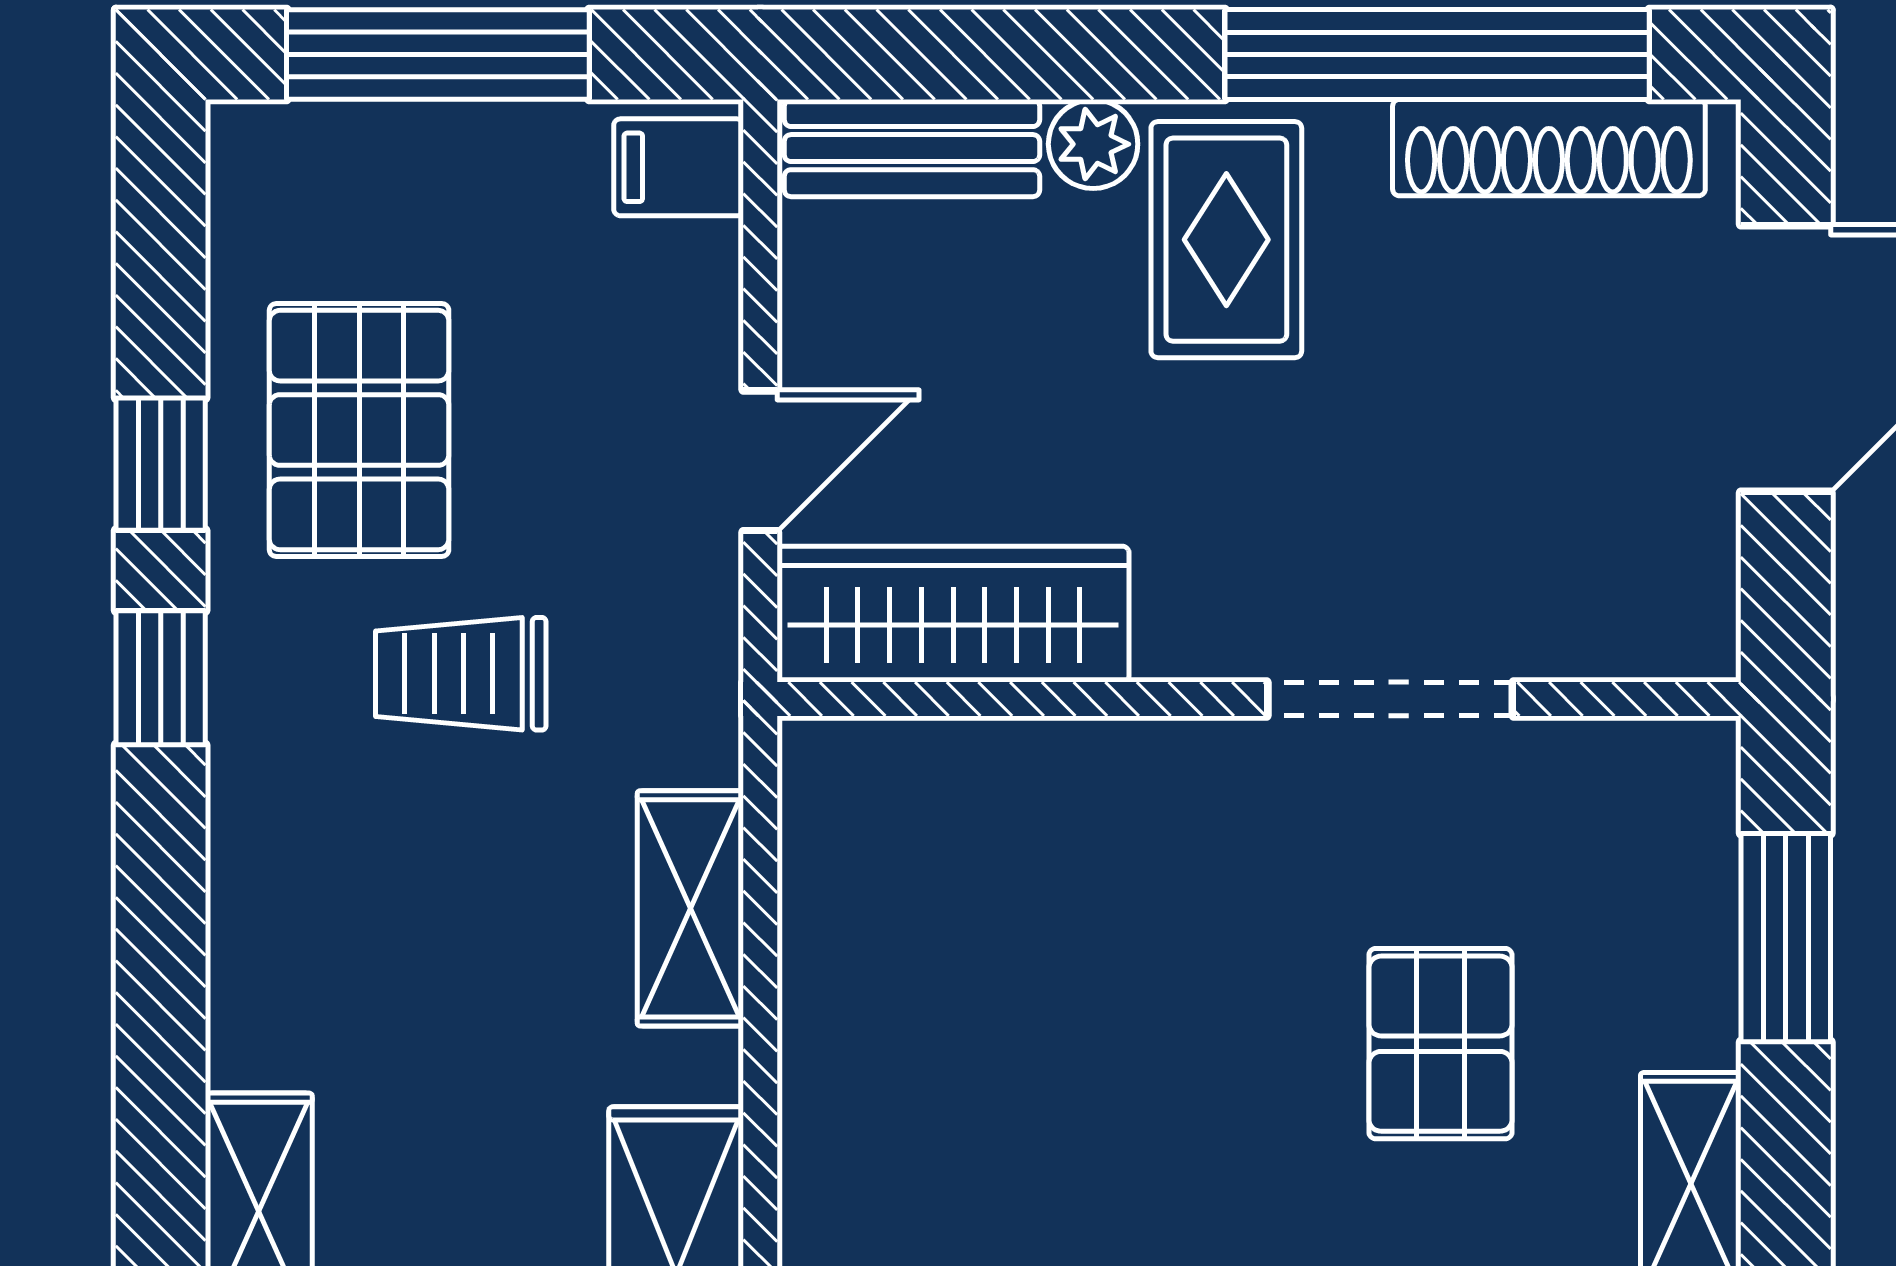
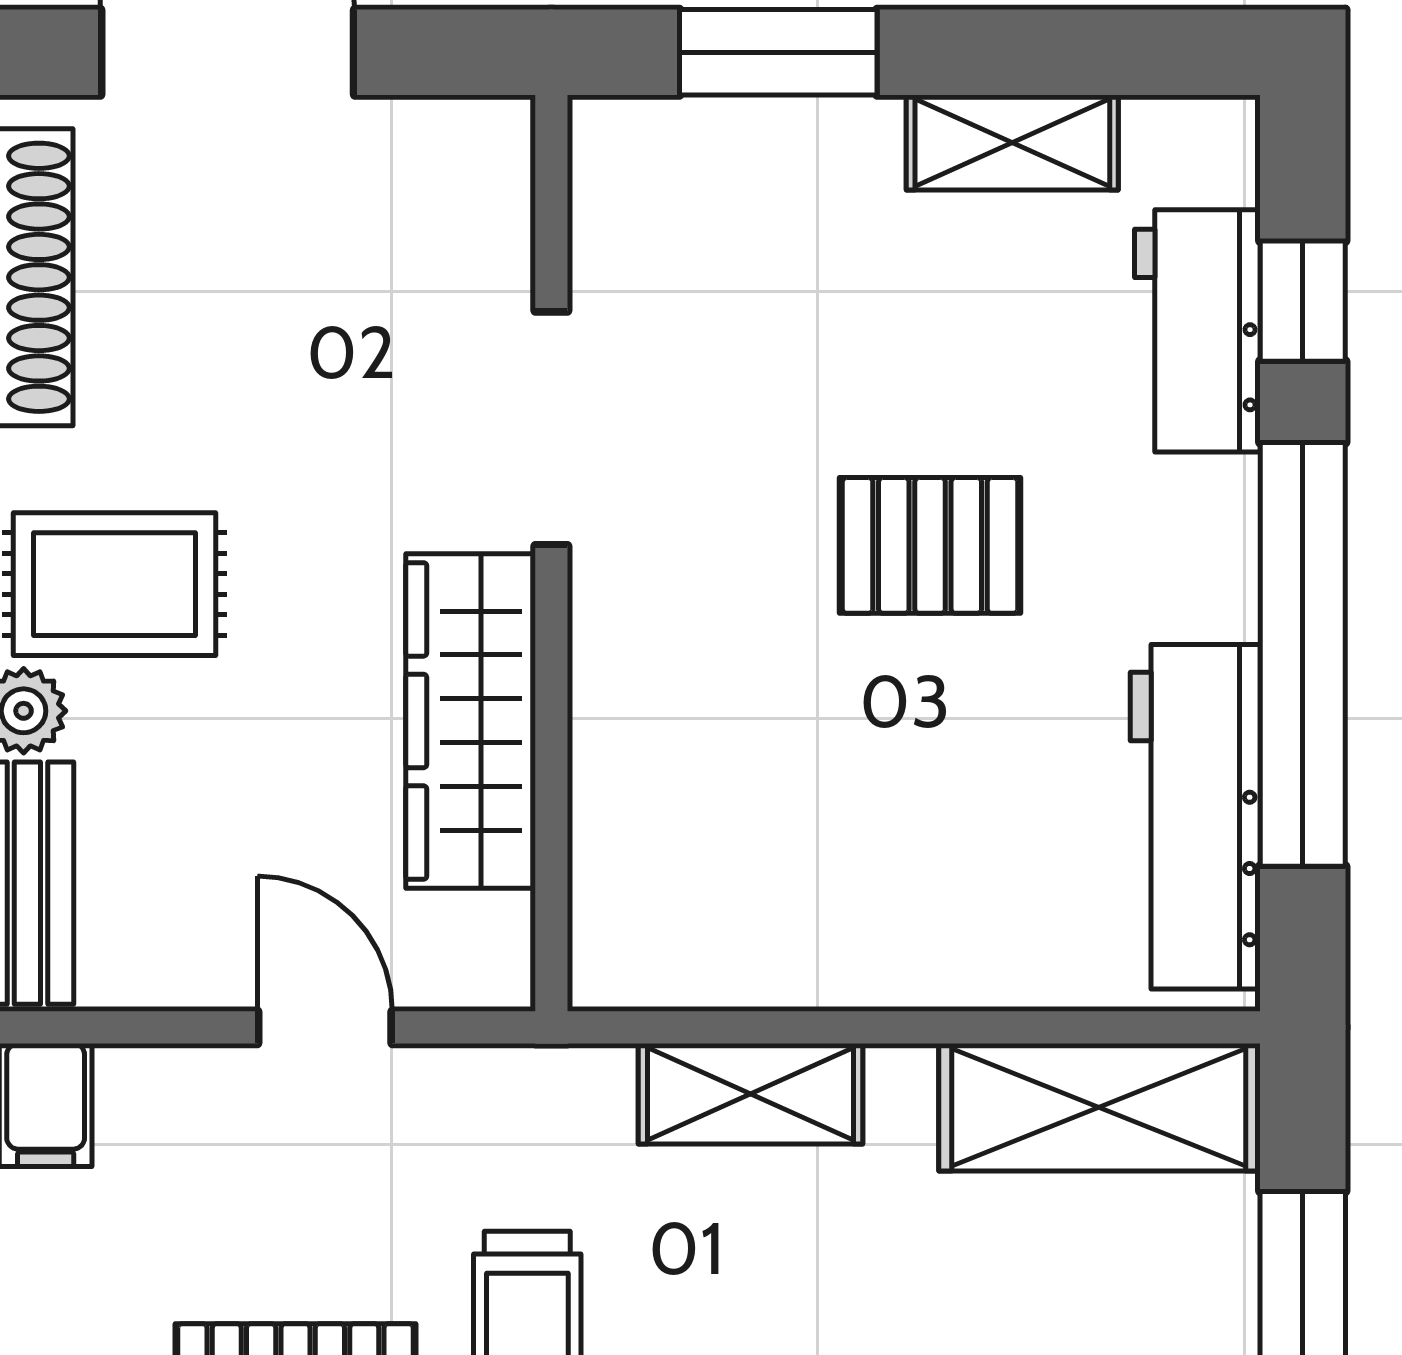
wardrobe: (953, 614) -> (471, 721), moved
pallet: (1440, 1044) -> (930, 545), moved

